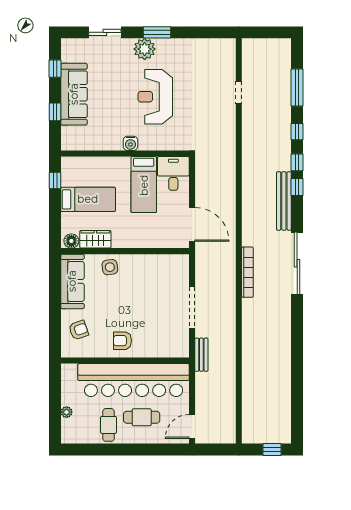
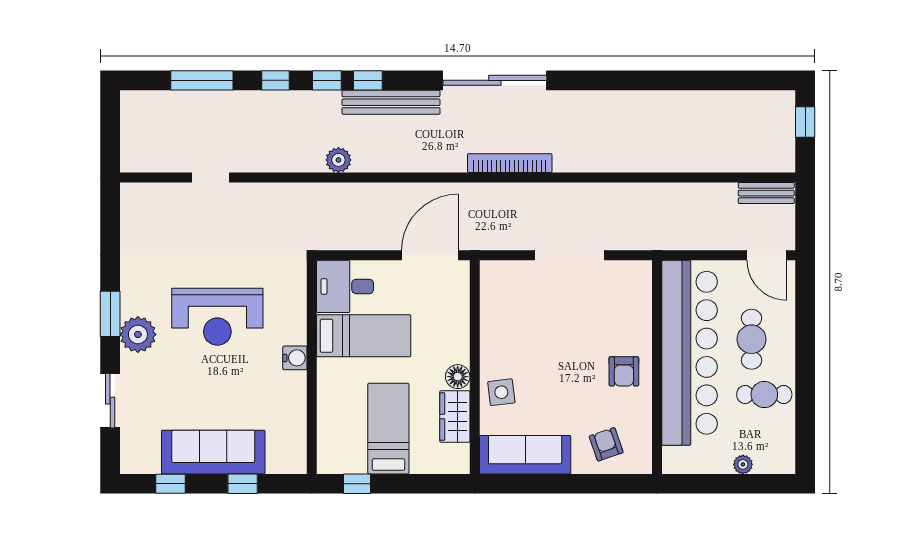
plant: (249, 169) -> (338, 160), added
floor lamp: (71, 241) -> (458, 377), moved
bench: (201, 355) -> (766, 193), moved

